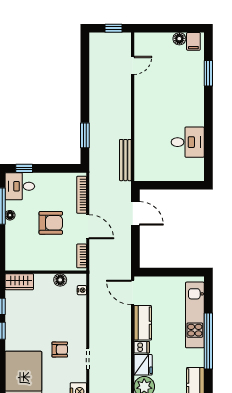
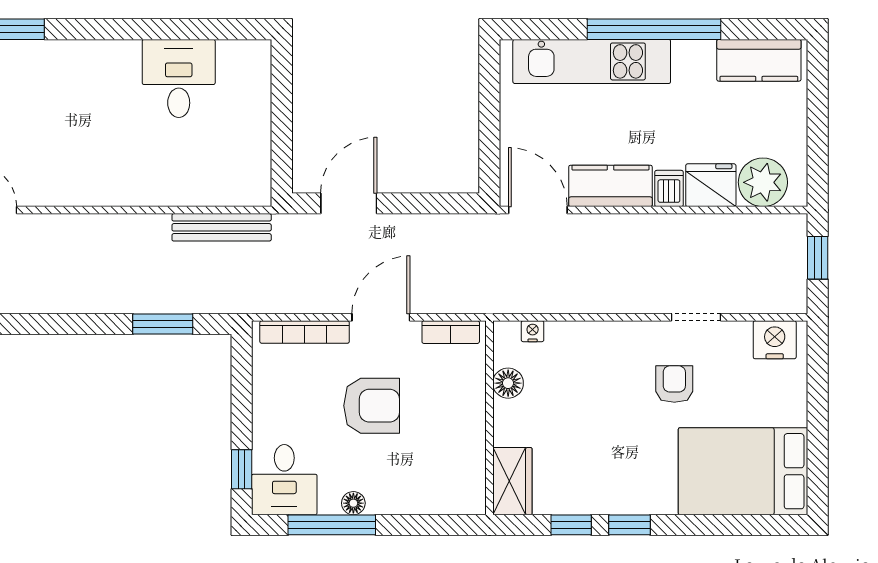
armchair: (51, 223) -> (372, 406), turned 90
door: (133, 292) -> (538, 210), swing flipped

